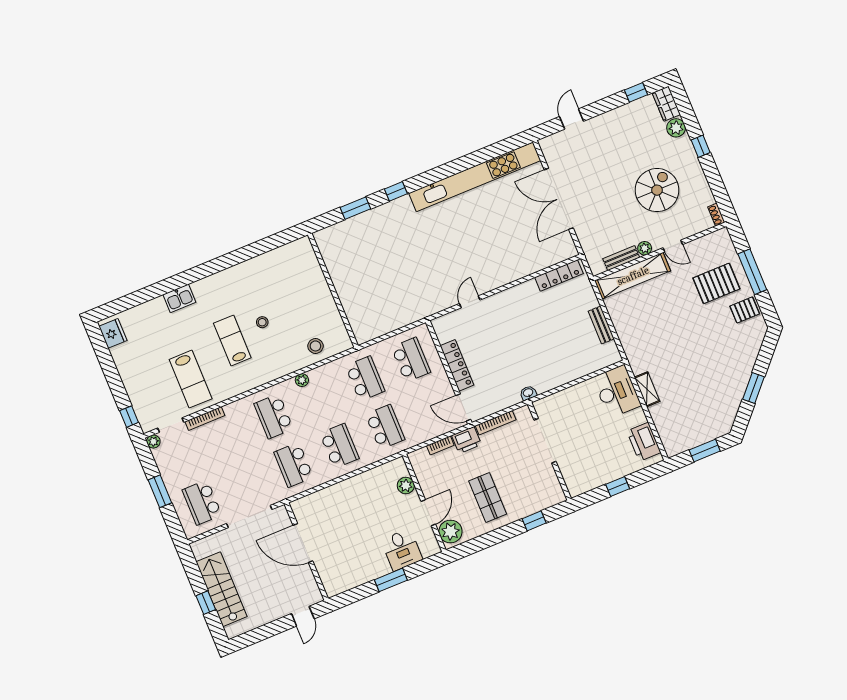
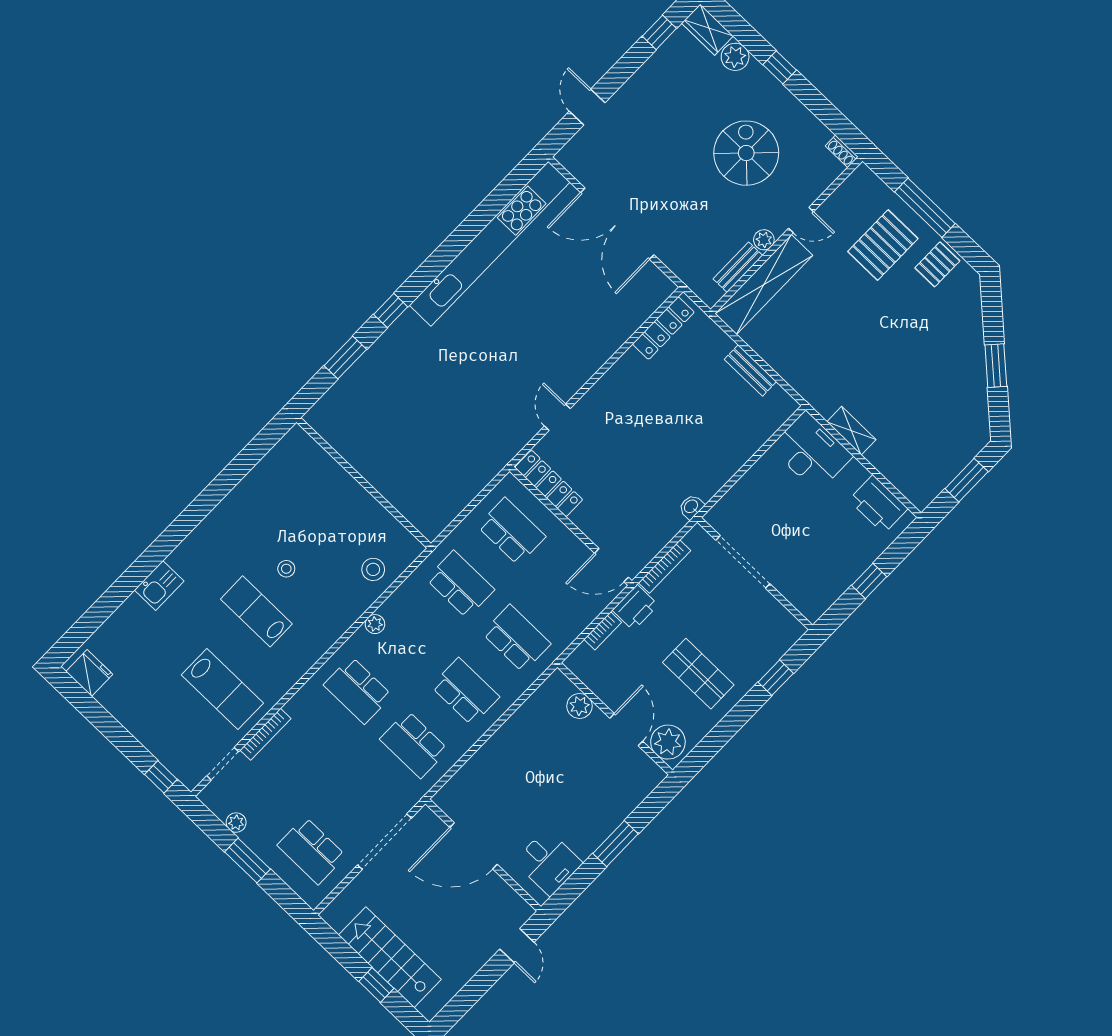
locker: (457, 365) -> (549, 484), moved
plant: (153, 441) -> (236, 823), moved
desk: (402, 550) -> (548, 862), moved

